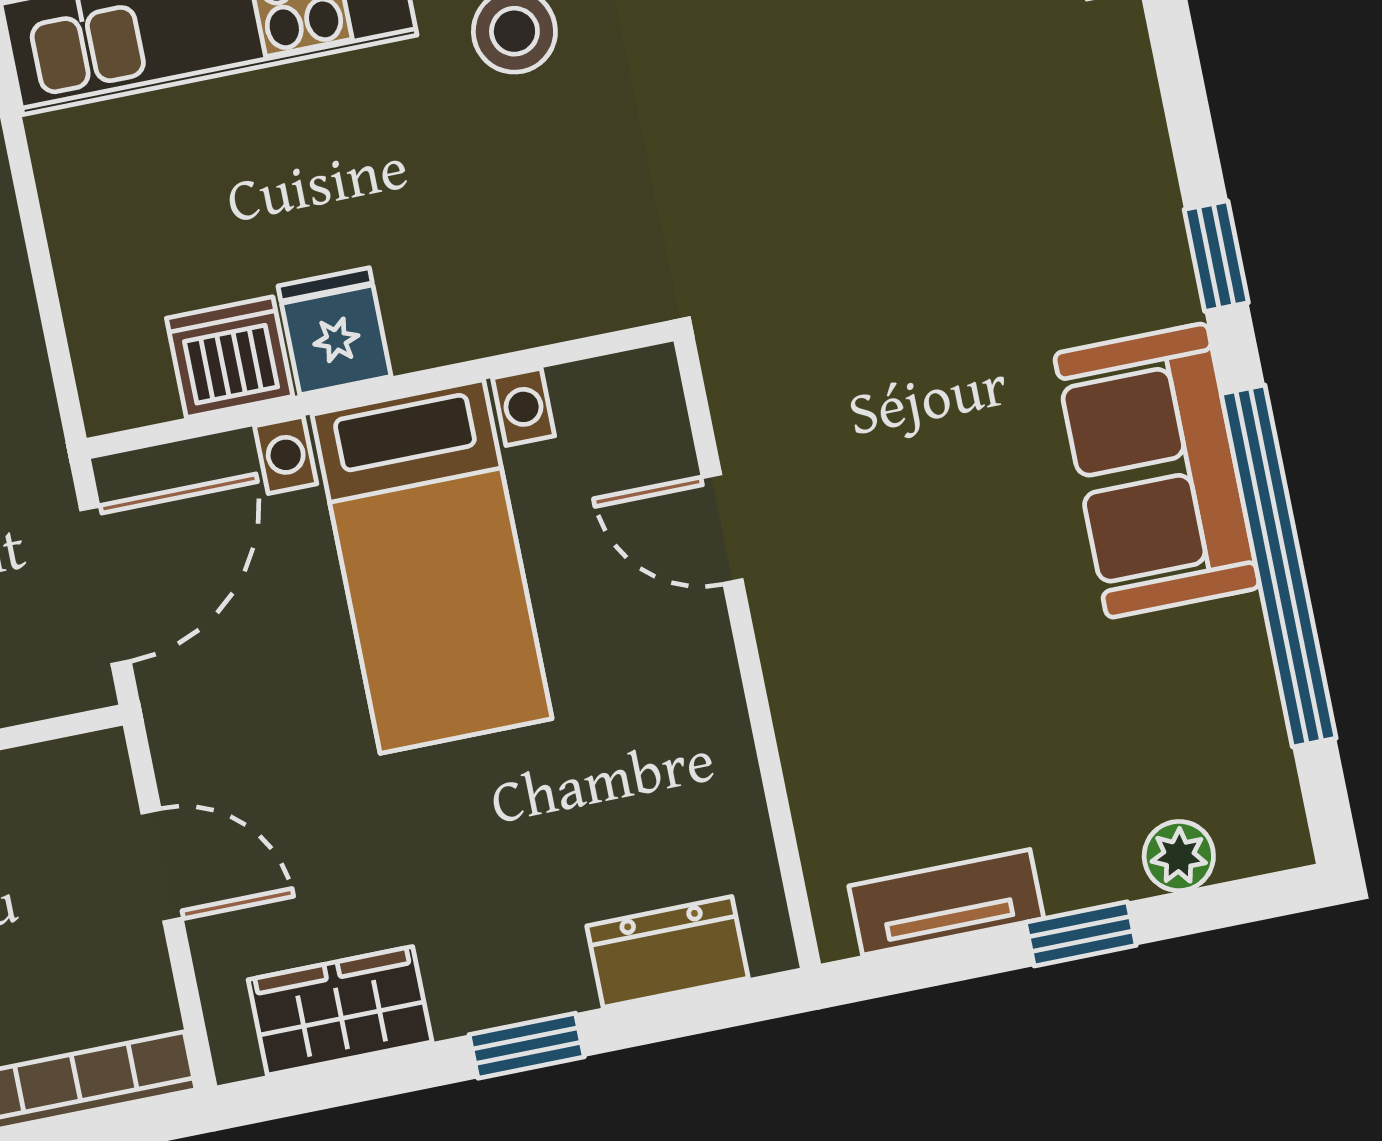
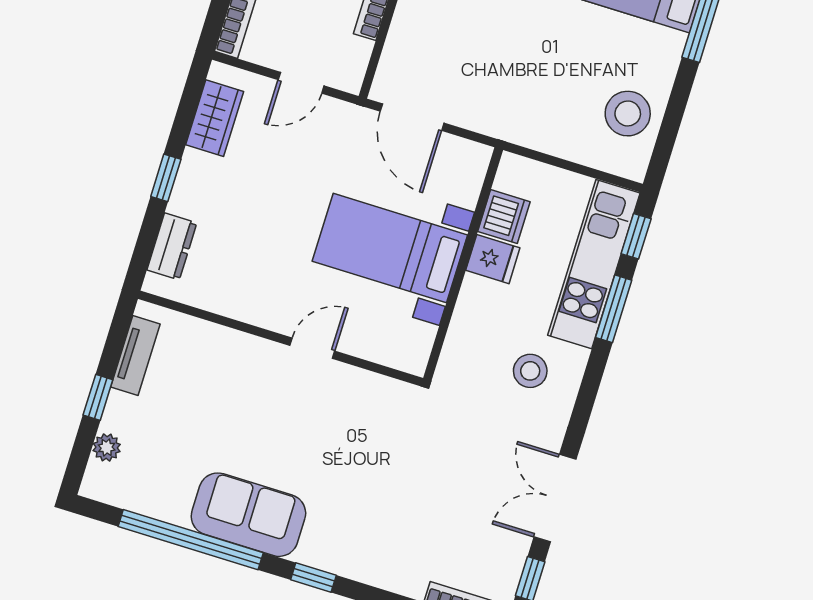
fridge: (335, 331) -> (493, 259), moved
dishwasher: (230, 357) -> (504, 217), moved
wall: (380, 390) -> (463, 264), moved
bed with nightstands: (432, 567) -> (390, 248), moved

